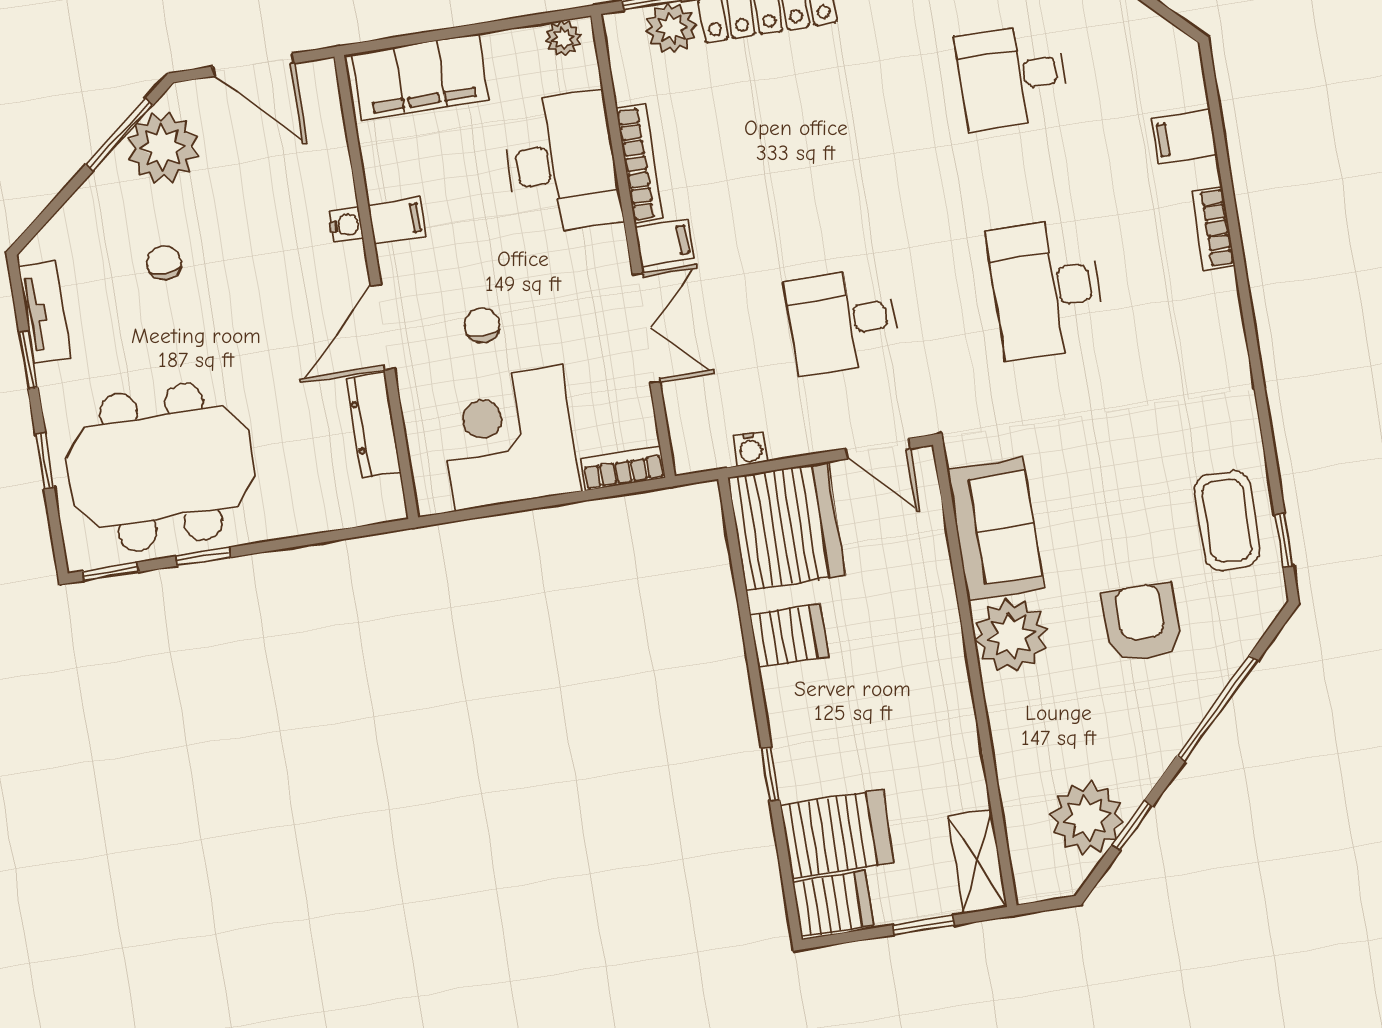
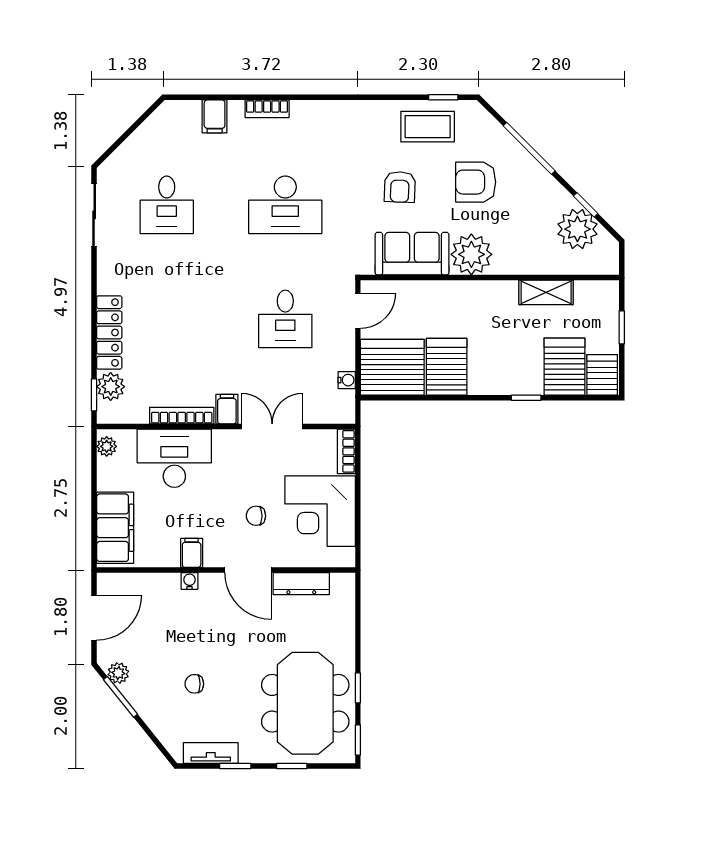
plant: (162, 148) -> (118, 673), width x0.53, depth x0.53
armchair: (1111, 488) -> (400, 187), added
server rack: (789, 635) -> (447, 367), width x1.36, depth x1.44
shelving: (978, 862) -> (546, 292), moved

